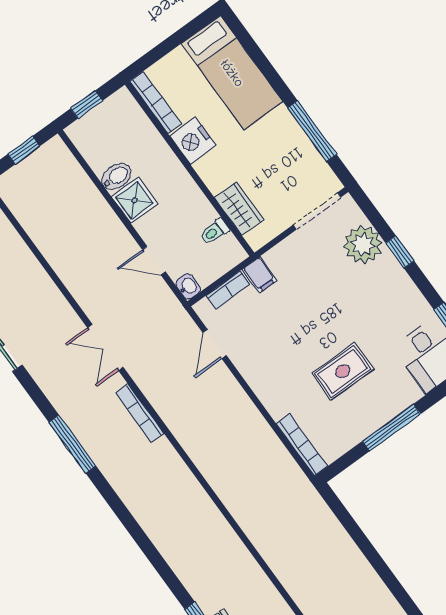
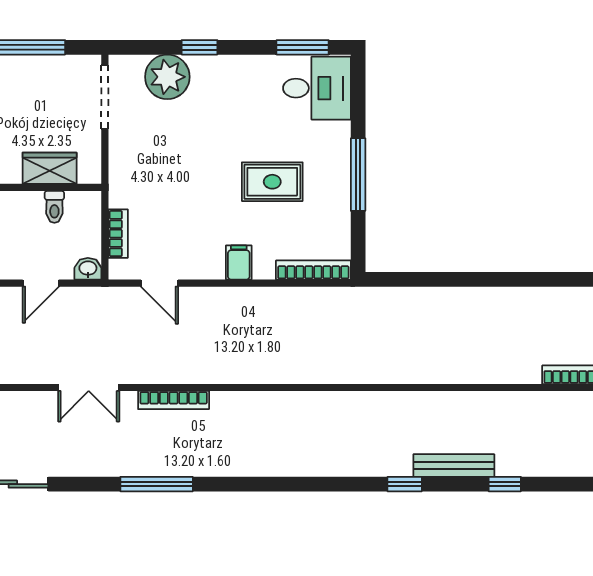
filing cabinet: (259, 275) -> (239, 262), moved, turned -90
rug: (343, 371) -> (272, 182), turned 90

